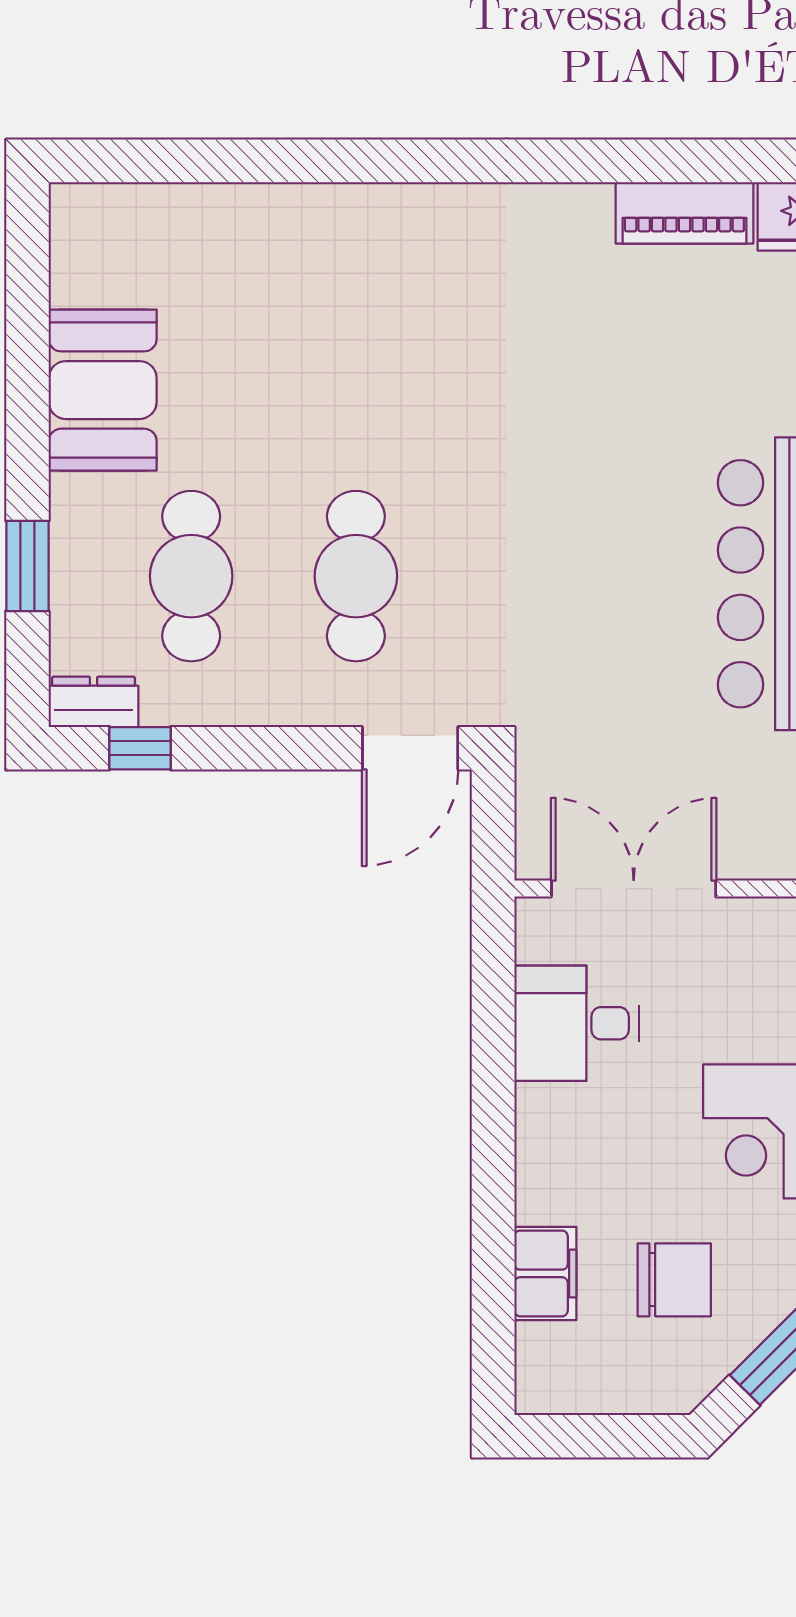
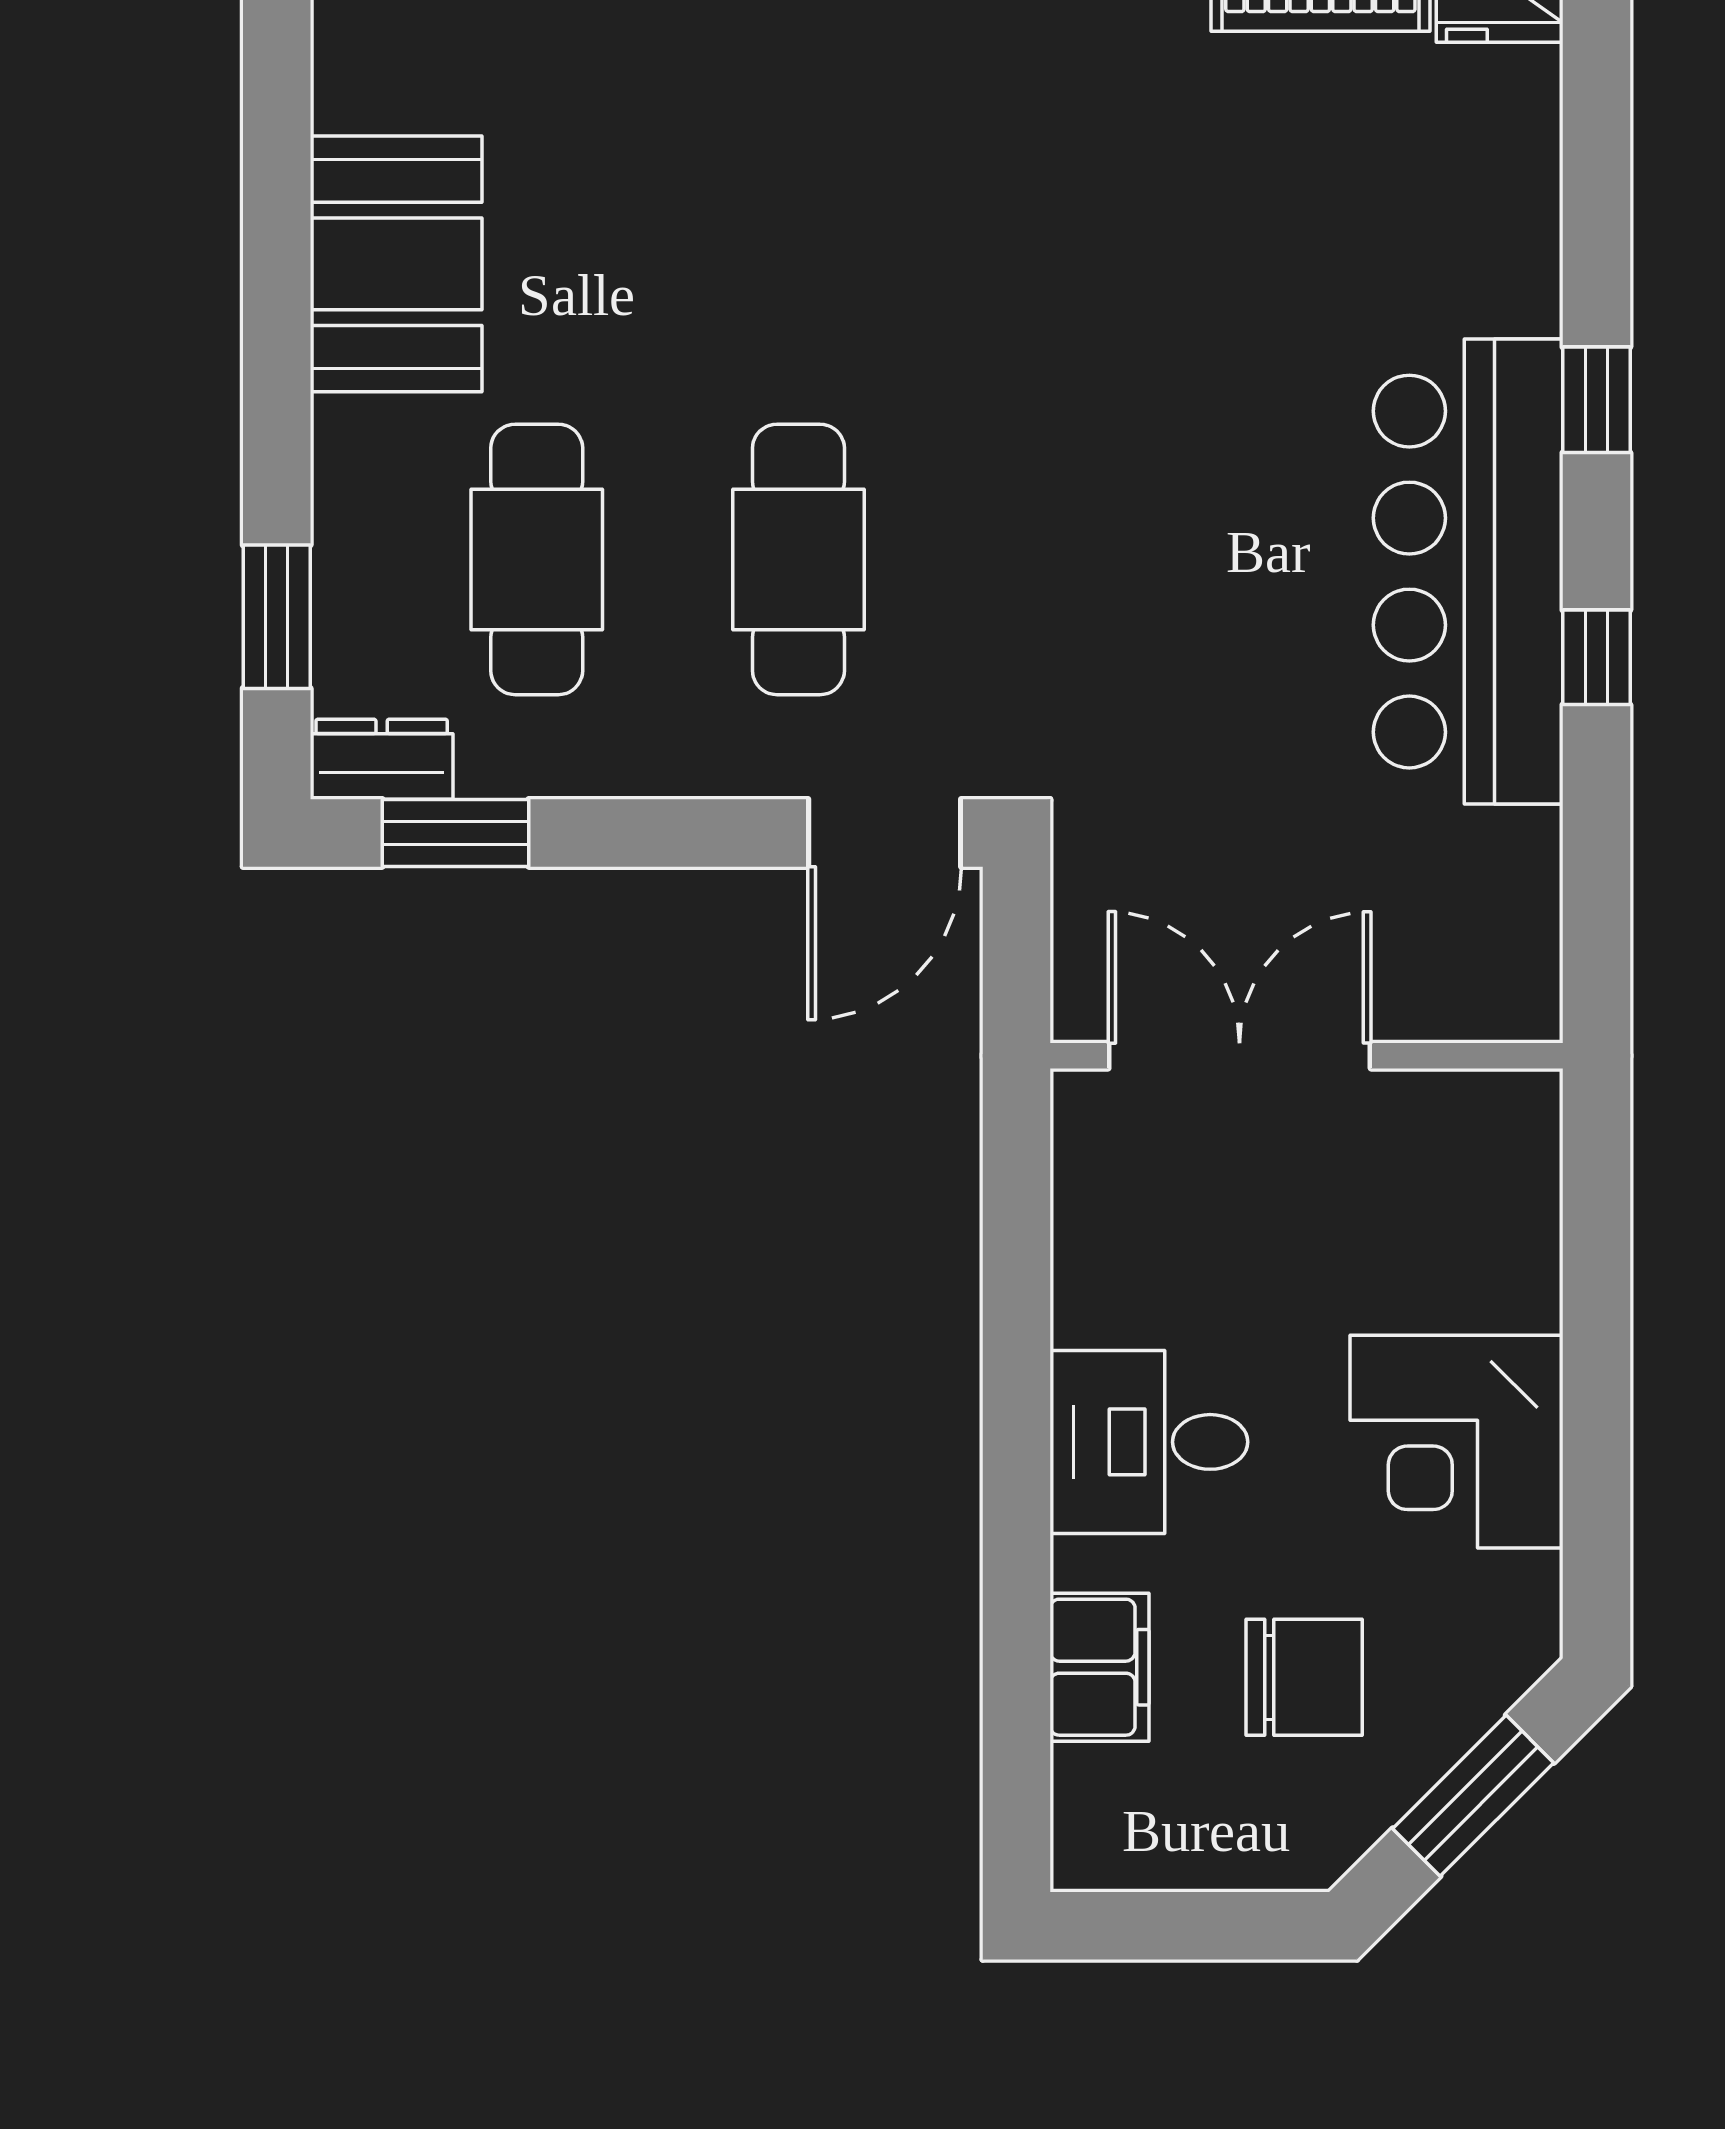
window: (27, 566) -> (277, 617), moved
window: (140, 748) -> (456, 833), width x1.50
desk: (577, 1023) -> (1149, 1442), moved

